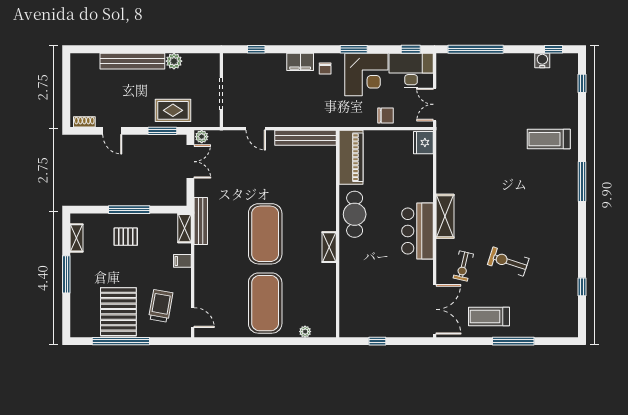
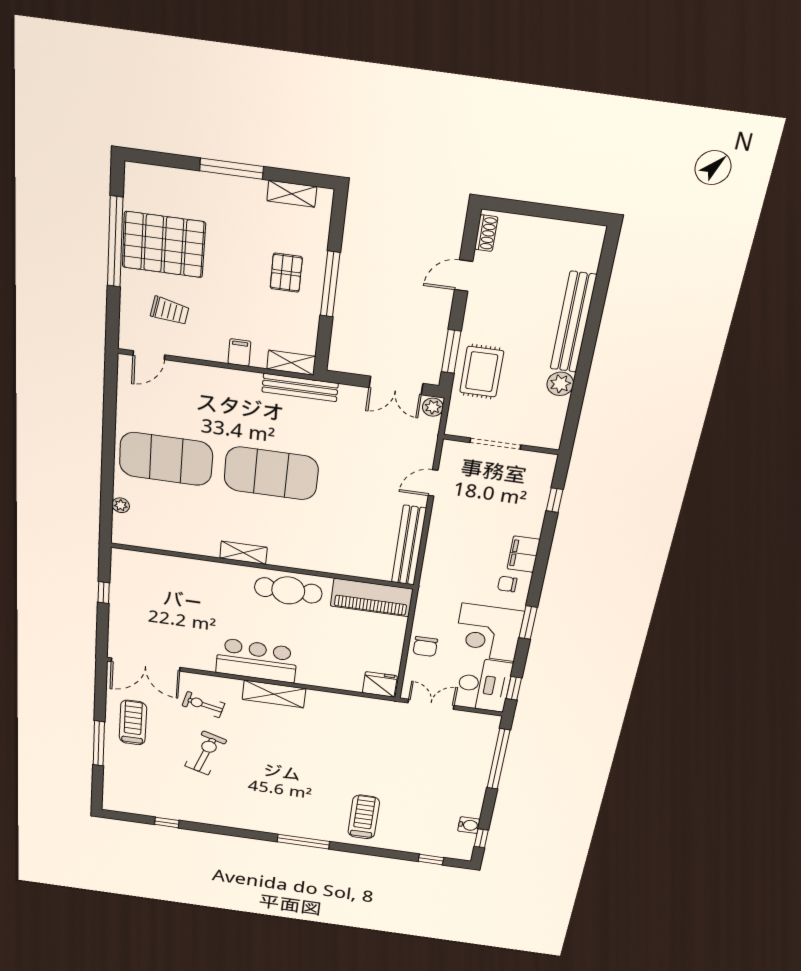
trolley: (161, 306) -> (170, 311), width x0.73, depth x0.72

